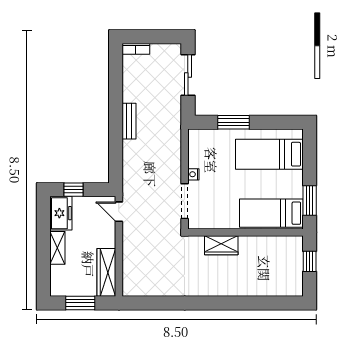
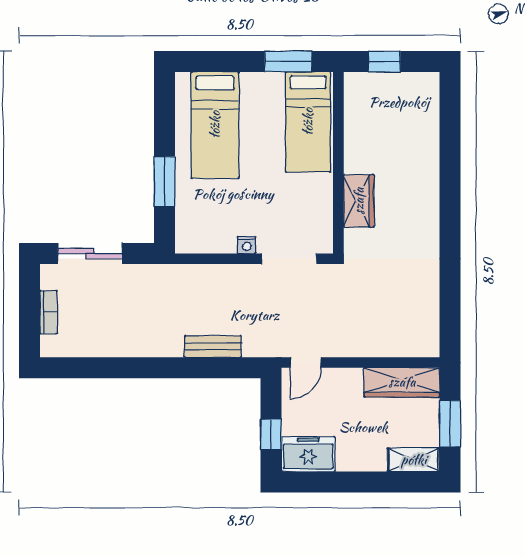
bookcase: (136, 49) -> (49, 312), moved
bench: (129, 121) -> (213, 347), moved
shelving: (57, 248) -> (414, 460), moved

